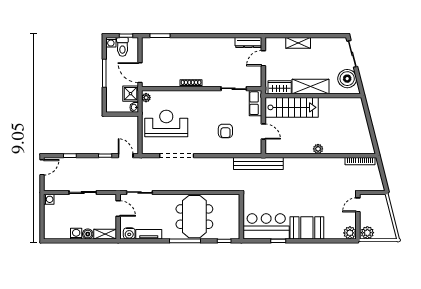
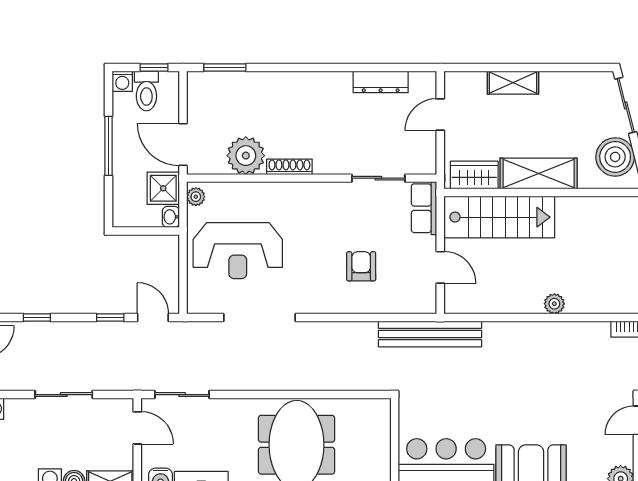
dresser: (248, 43) -> (381, 82), moved
plant: (170, 78) -> (246, 156), added
reception desk: (166, 123) -> (238, 251), turned 180
armchair: (225, 131) -> (361, 266), turned 180

